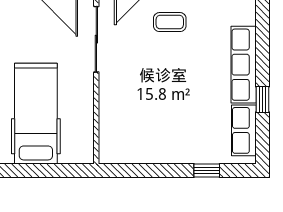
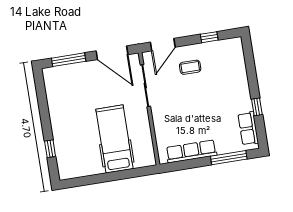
row of seats: (244, 65) -> (191, 151), moved, turned 90
window: (207, 171) -> (229, 158), width x2.17

